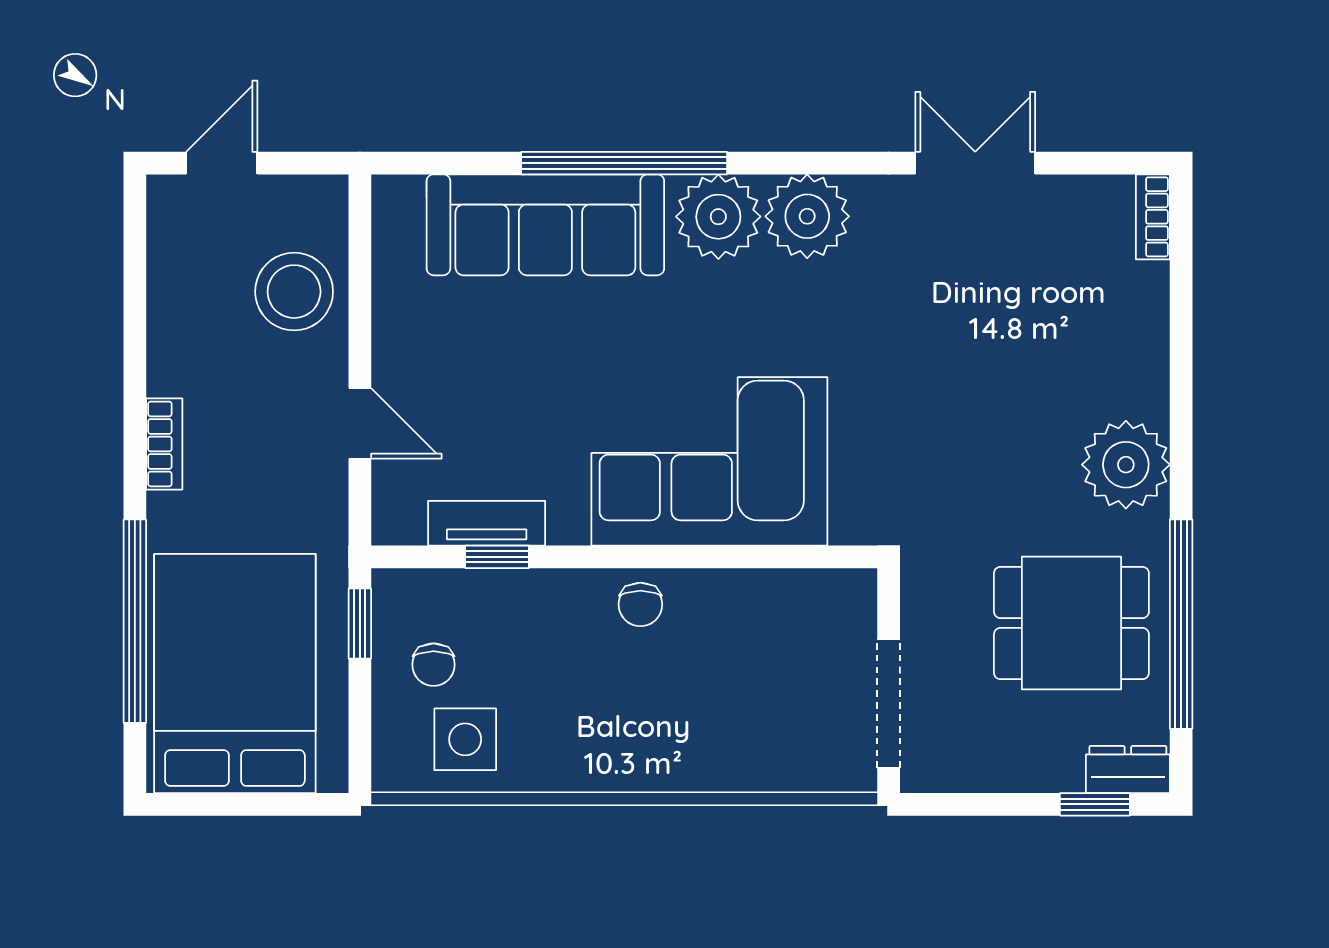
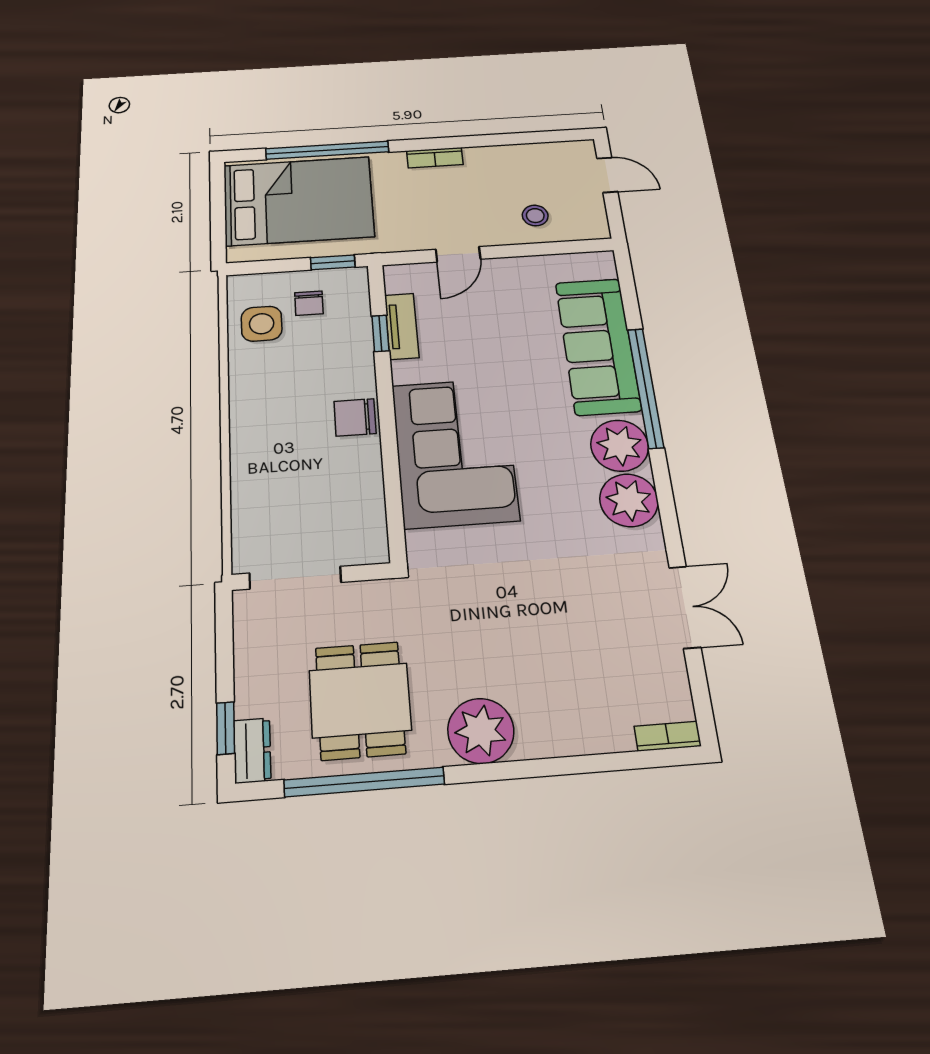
stool: (294, 292) -> (535, 216), width x0.53, depth x0.53
chair: (640, 604) -> (355, 417), width x1.37, depth x1.37
chair: (434, 665) -> (309, 303), turned -90

